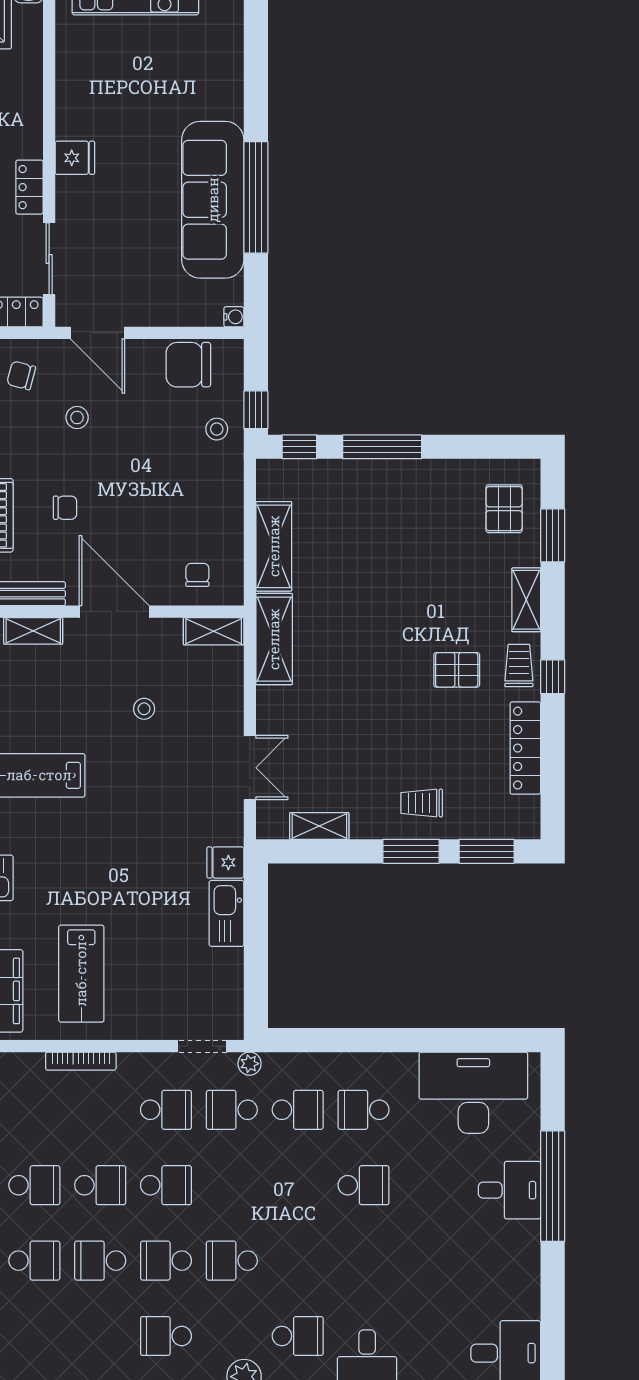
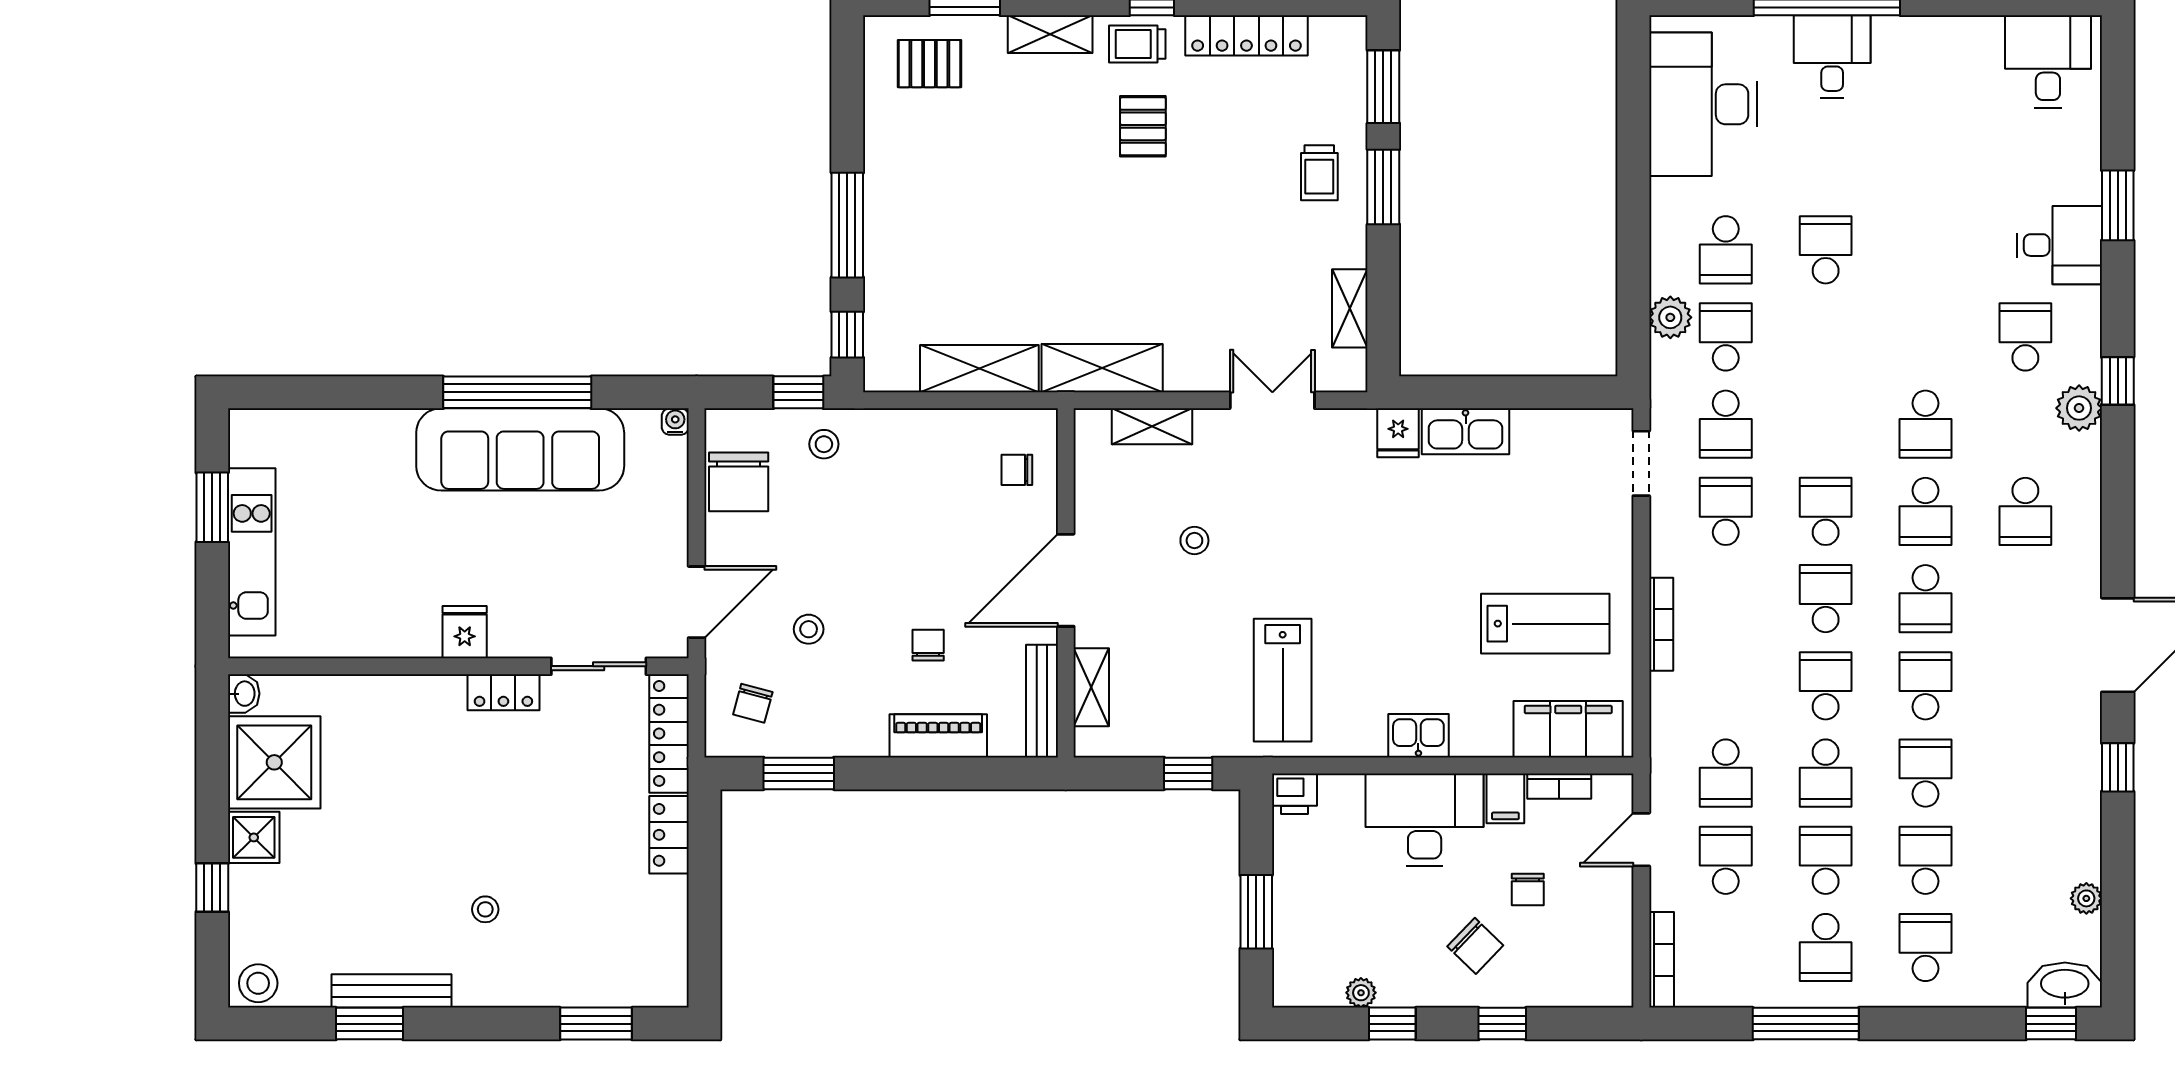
shelving: (214, 631) -> (1152, 426), moved, turned 90
plant: (250, 1064) -> (1670, 317), moved, width x1.38, depth x1.38

